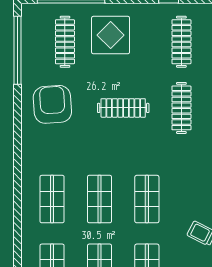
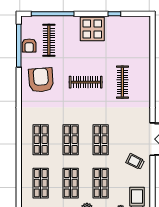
display table: (111, 35) -> (92, 29), moved
clothes rail: (181, 42) -> (122, 40), removed
armchair: (34, 50) -> (29, 46), added

